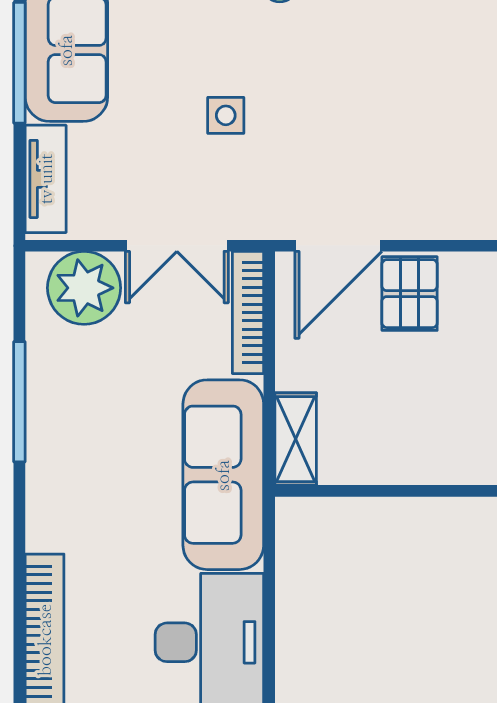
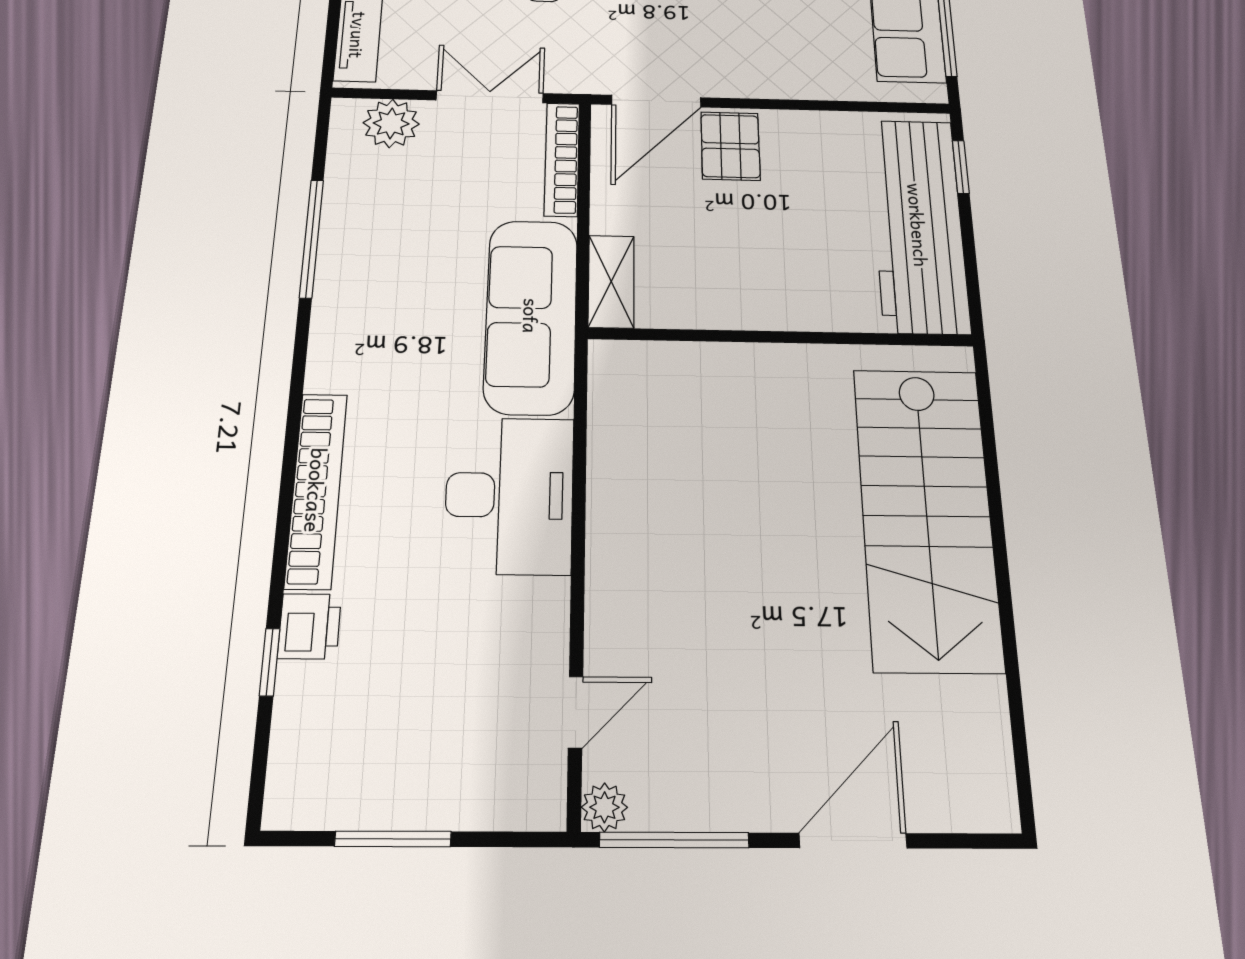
double door: (177, 246) -> (490, 97), swing flipped
plant: (84, 288) -> (391, 123), width x0.73, depth x0.73

